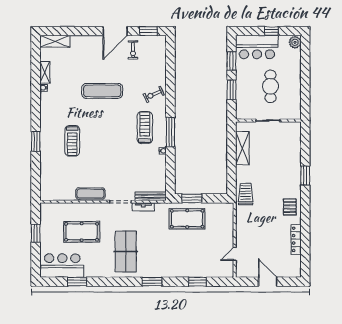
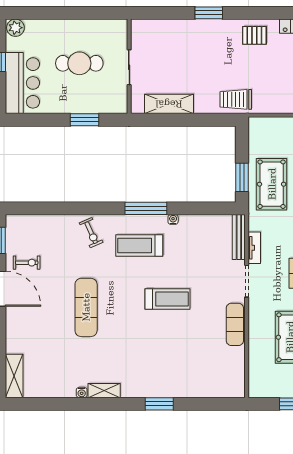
window: (232, 61) -> (43, 120), removed
shelving: (45, 72) -> (104, 391), moved
treadmill: (72, 141) -> (168, 299), moved

